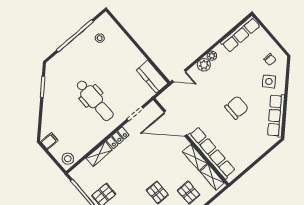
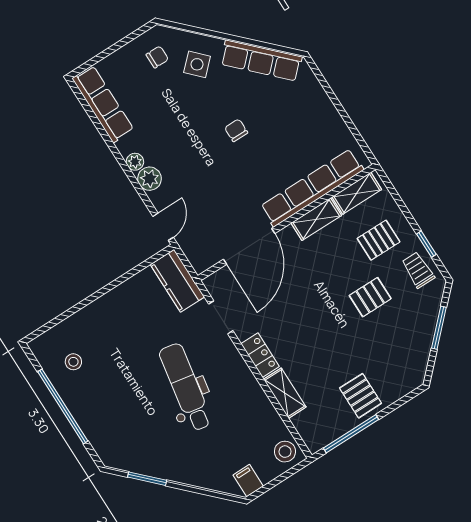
kitchen counter: (152, 77) -> (177, 281), moved, turned 90
dental chair: (95, 100) -> (186, 387), turned -80
chair: (237, 108) -> (236, 130), width x0.54, depth x0.54

